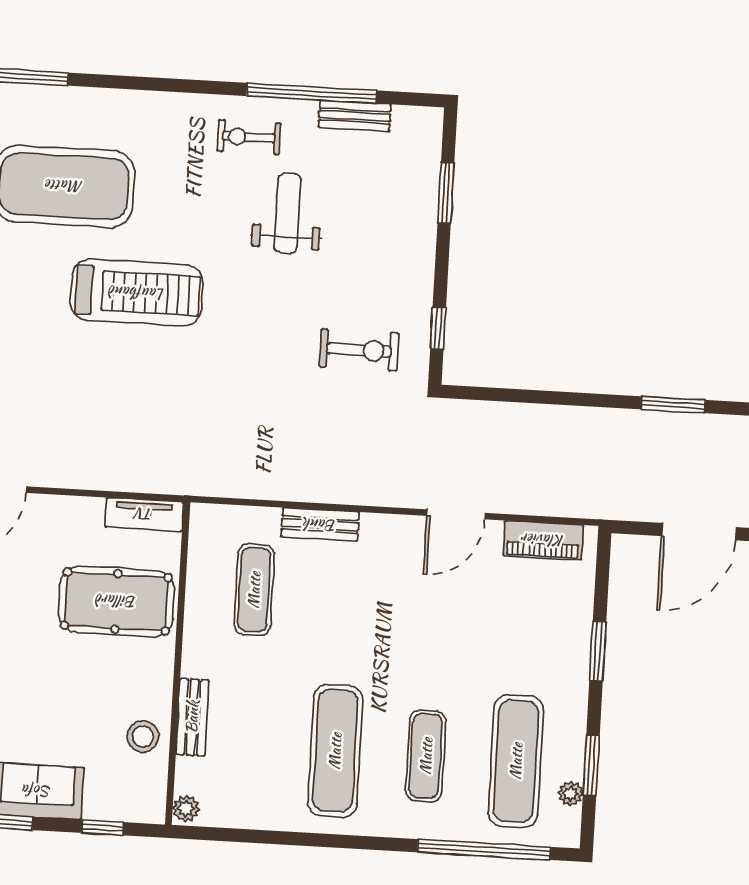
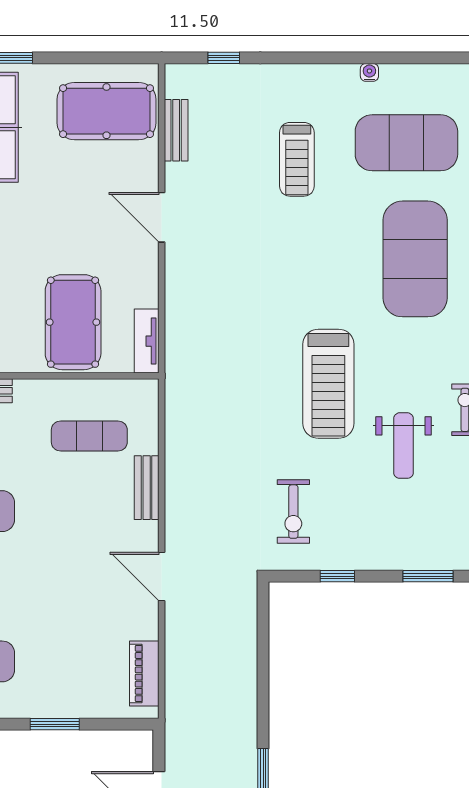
weight bench: (287, 213) -> (403, 446), turned 90
treadmill: (137, 293) -> (328, 384), moved
window: (438, 328) -> (337, 576), moved
door: (456, 514) -> (162, 576), moved

